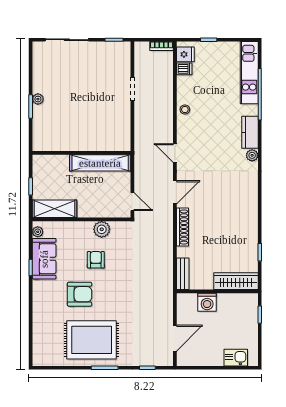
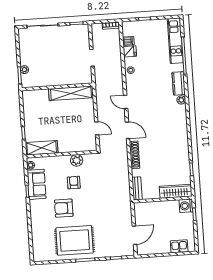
fridge: (185, 54) -> (130, 51), moved
wall: (82, 153) -> (57, 87), moved
shelving: (100, 163) -> (71, 93), moved
door: (175, 192) -> (127, 130), hinge flipped
door: (132, 202) -> (97, 128), moved
armchair: (80, 294) -> (64, 208), turned 180
washing machine: (207, 302) -> (186, 206), moved, turned 90

